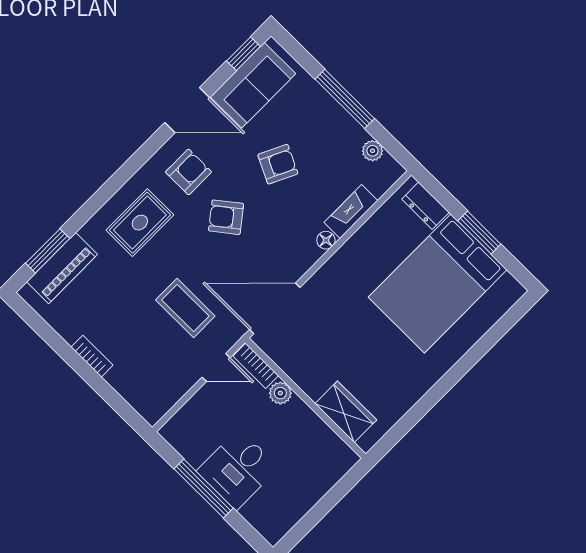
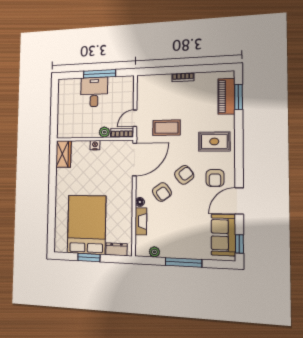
armchair: (278, 164) -> (162, 192), moved, turned -62
rug: (140, 223) -> (214, 141), turned 90
nightstand: (313, 388) -> (95, 145), added
wardrobe: (346, 412) -> (63, 154), moved, turned -90

